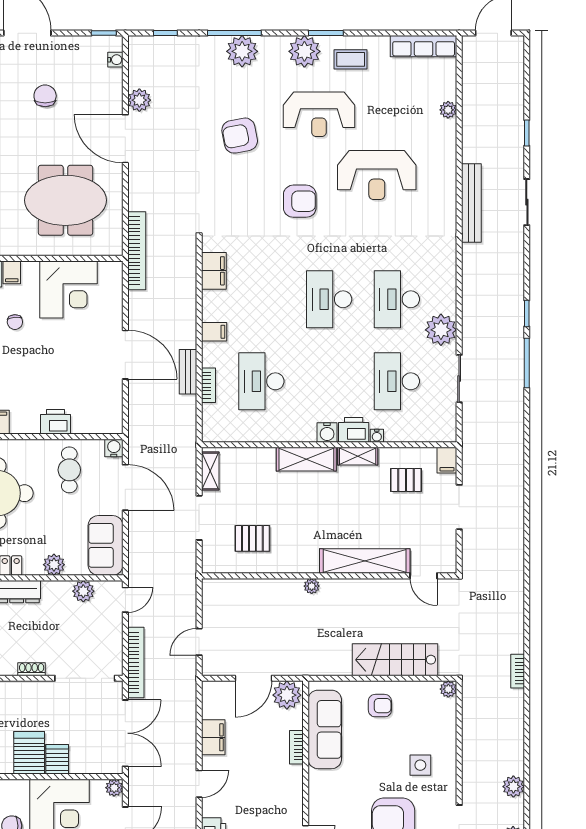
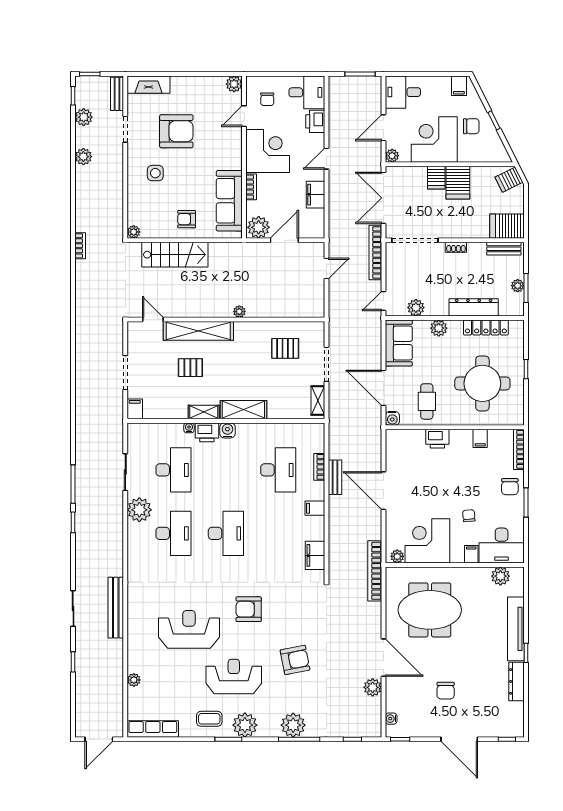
plant: (107, 269) -> (397, 556), added
pallet: (406, 480) -> (190, 368), moved
corner desk: (275, 794) -> (268, 151), added

